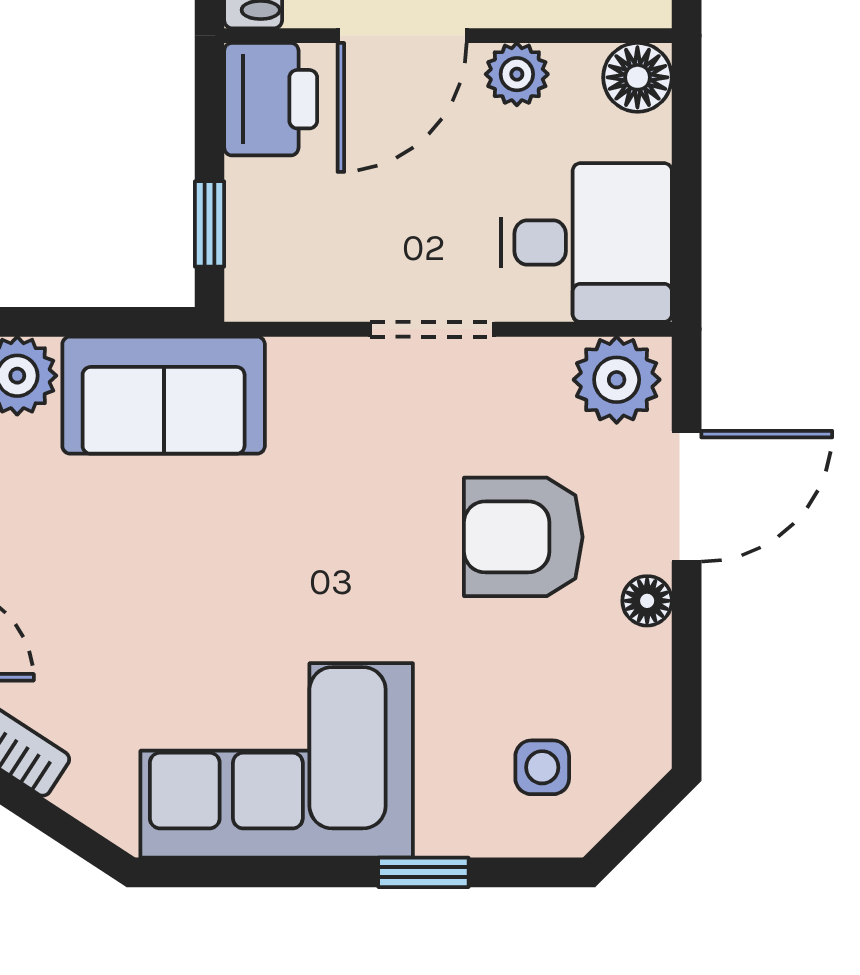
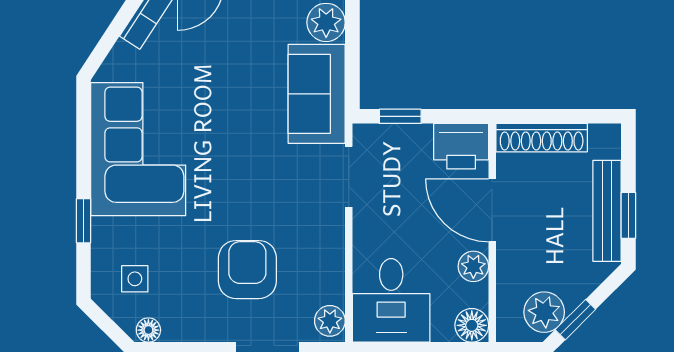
doorway: (432, 329) -> (349, 177), moved
plant: (617, 380) -> (330, 321), width x0.73, depth x0.73
floor lamp: (647, 601) -> (148, 330), moved

